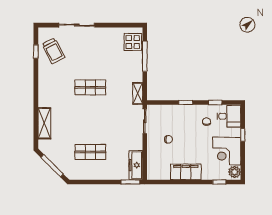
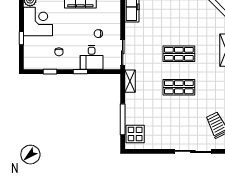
desk: (229, 116) -> (92, 57), moved, turned -90
shop shelf: (90, 152) -> (179, 54), moved

